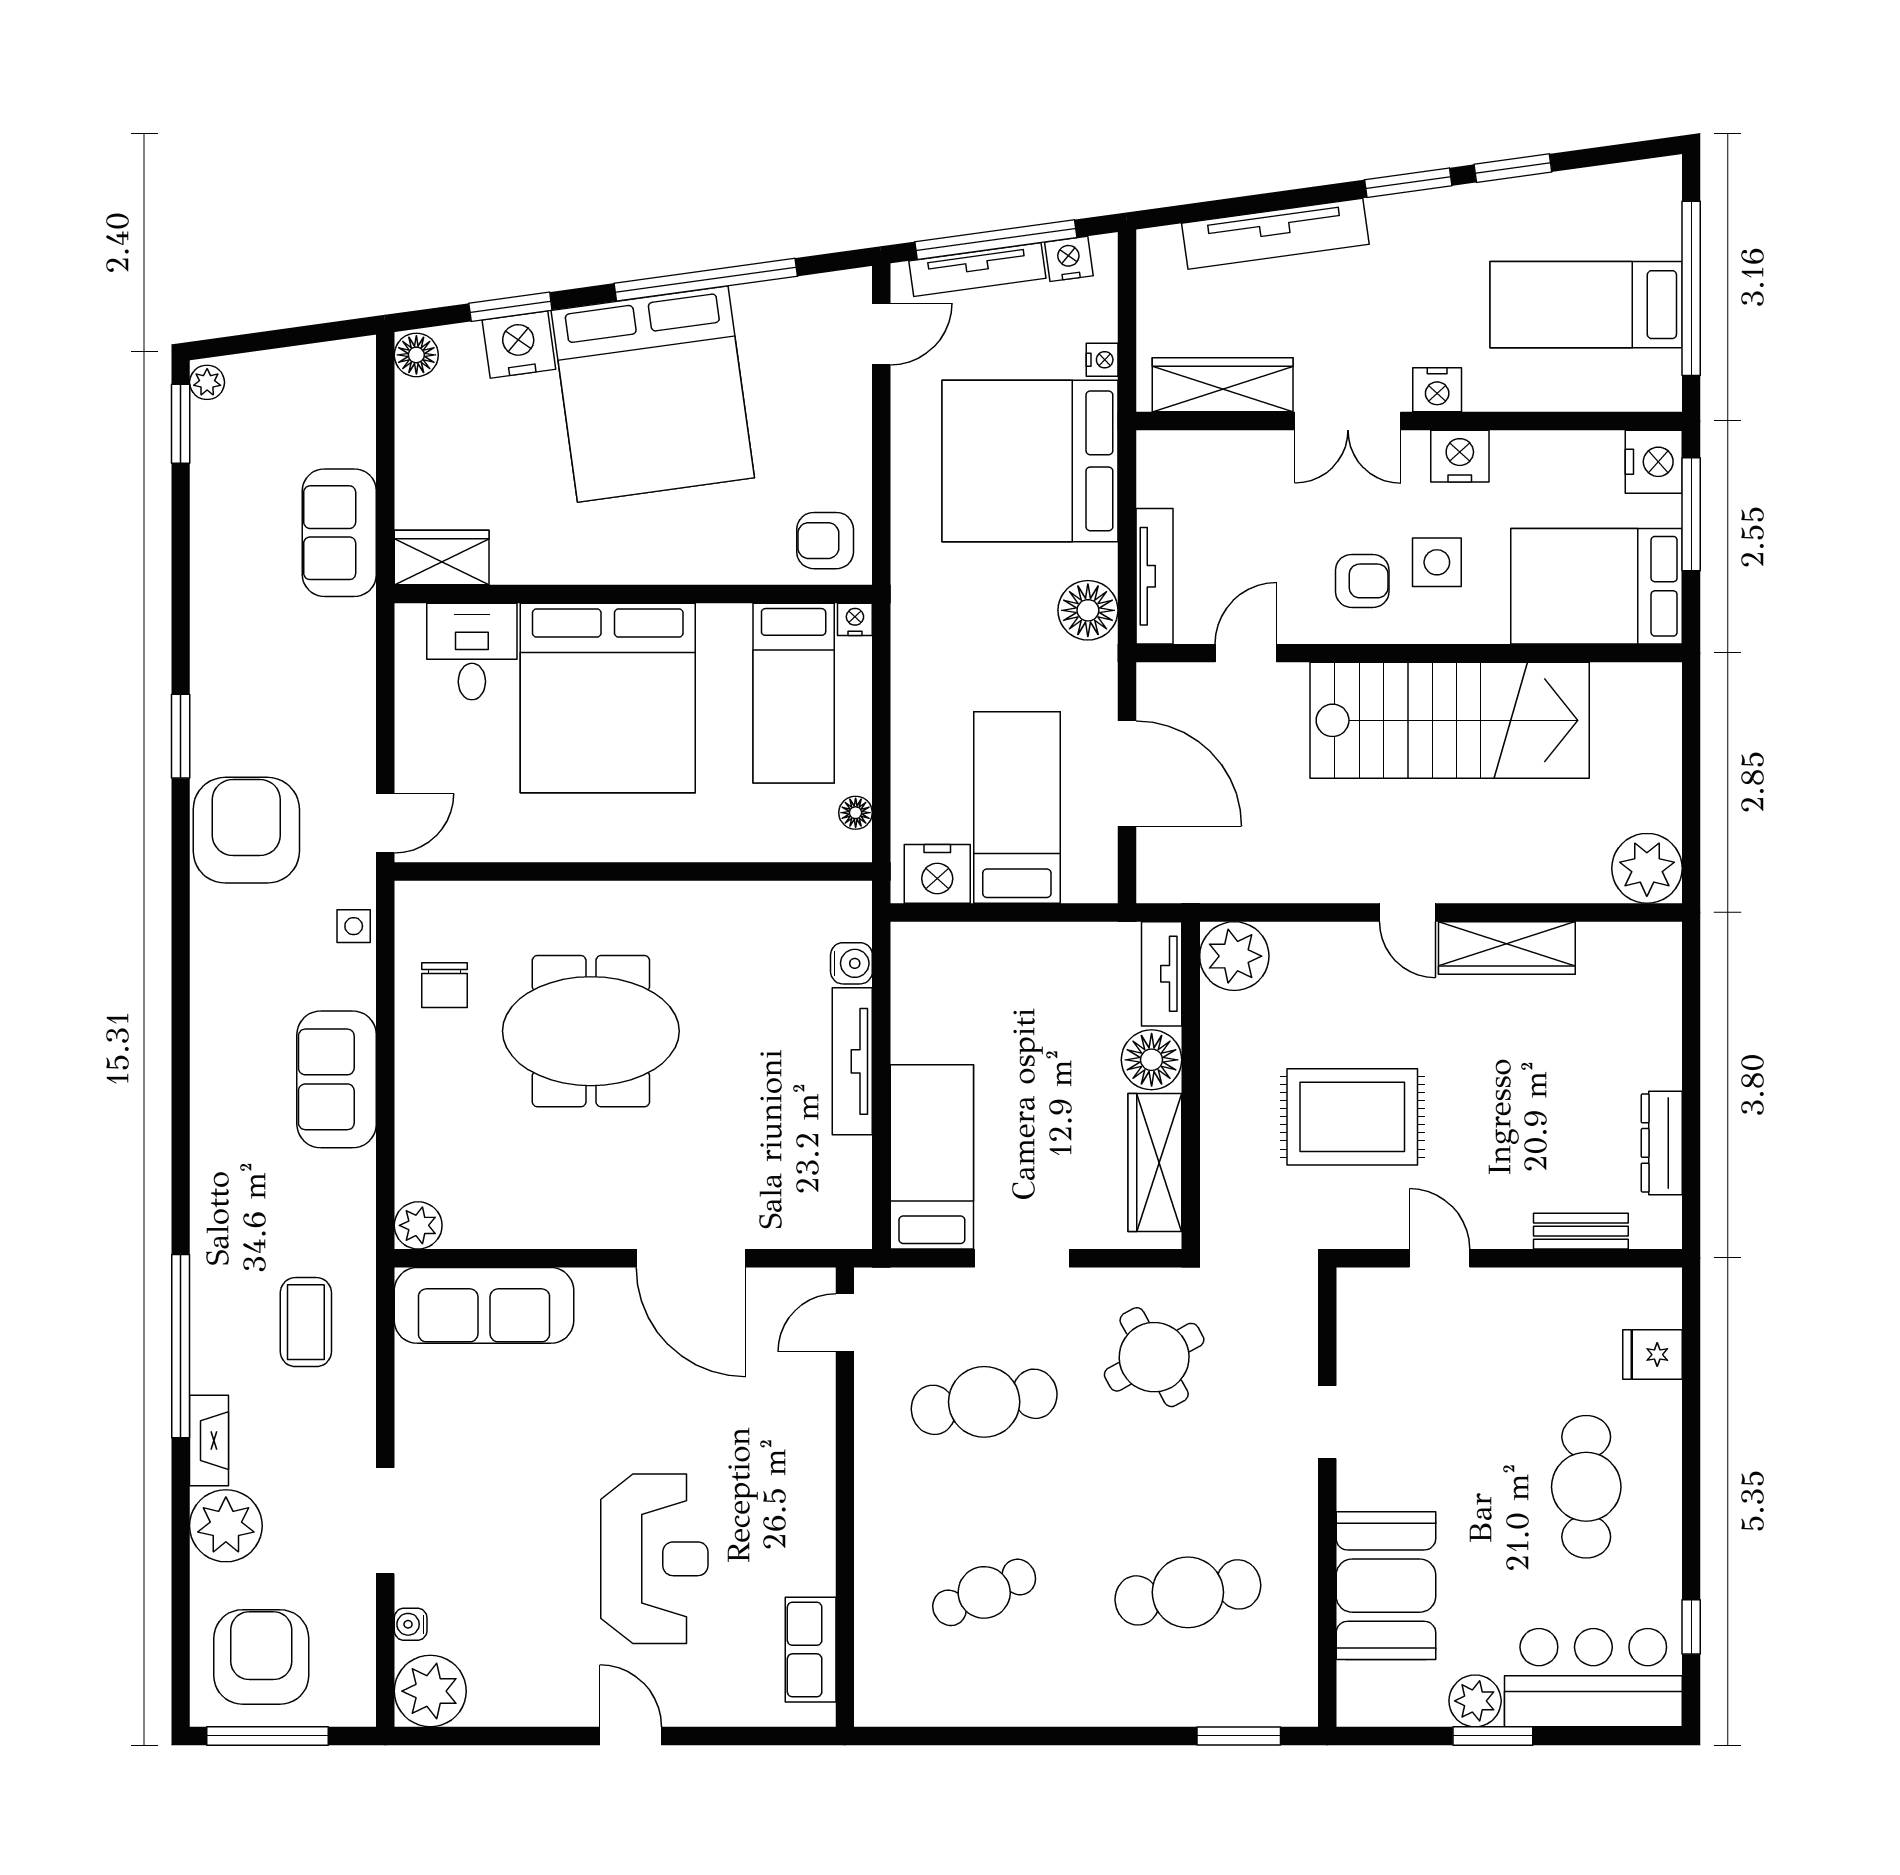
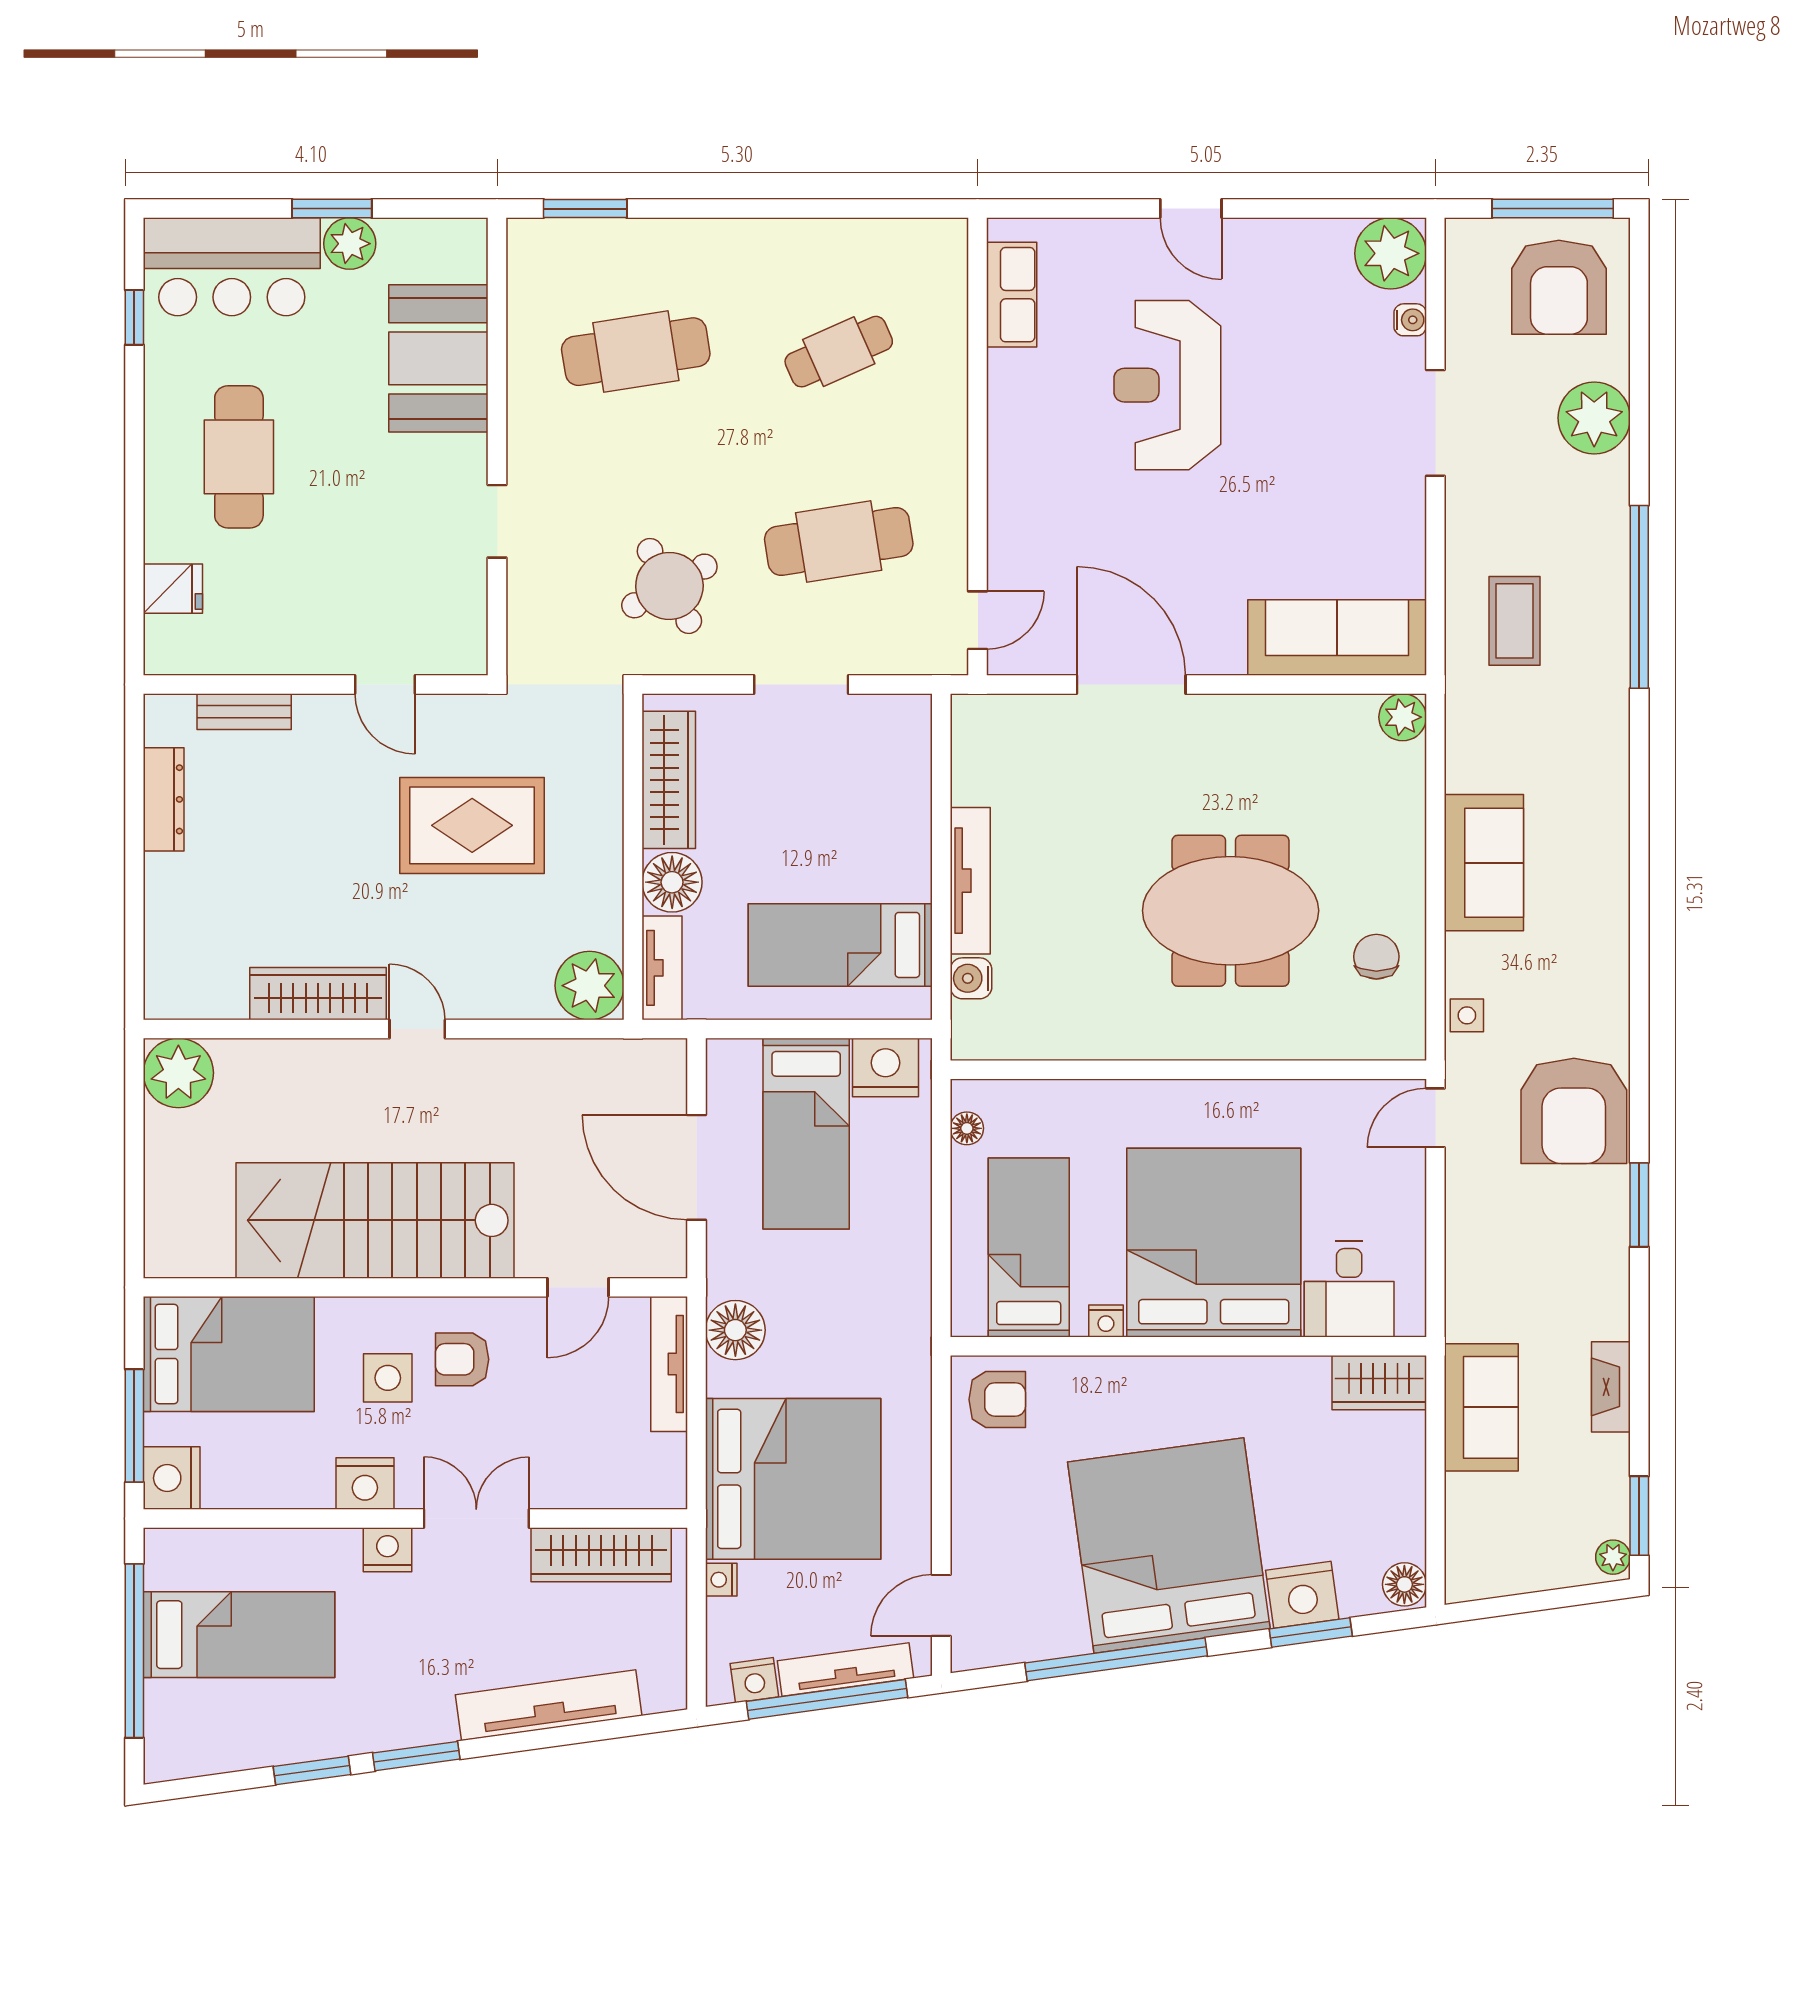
nightstand: (855, 619) -> (1106, 1321), moved
bed: (932, 1157) -> (840, 945), moved, turned 90
fireplace: (209, 1441) -> (1611, 1387), moved

